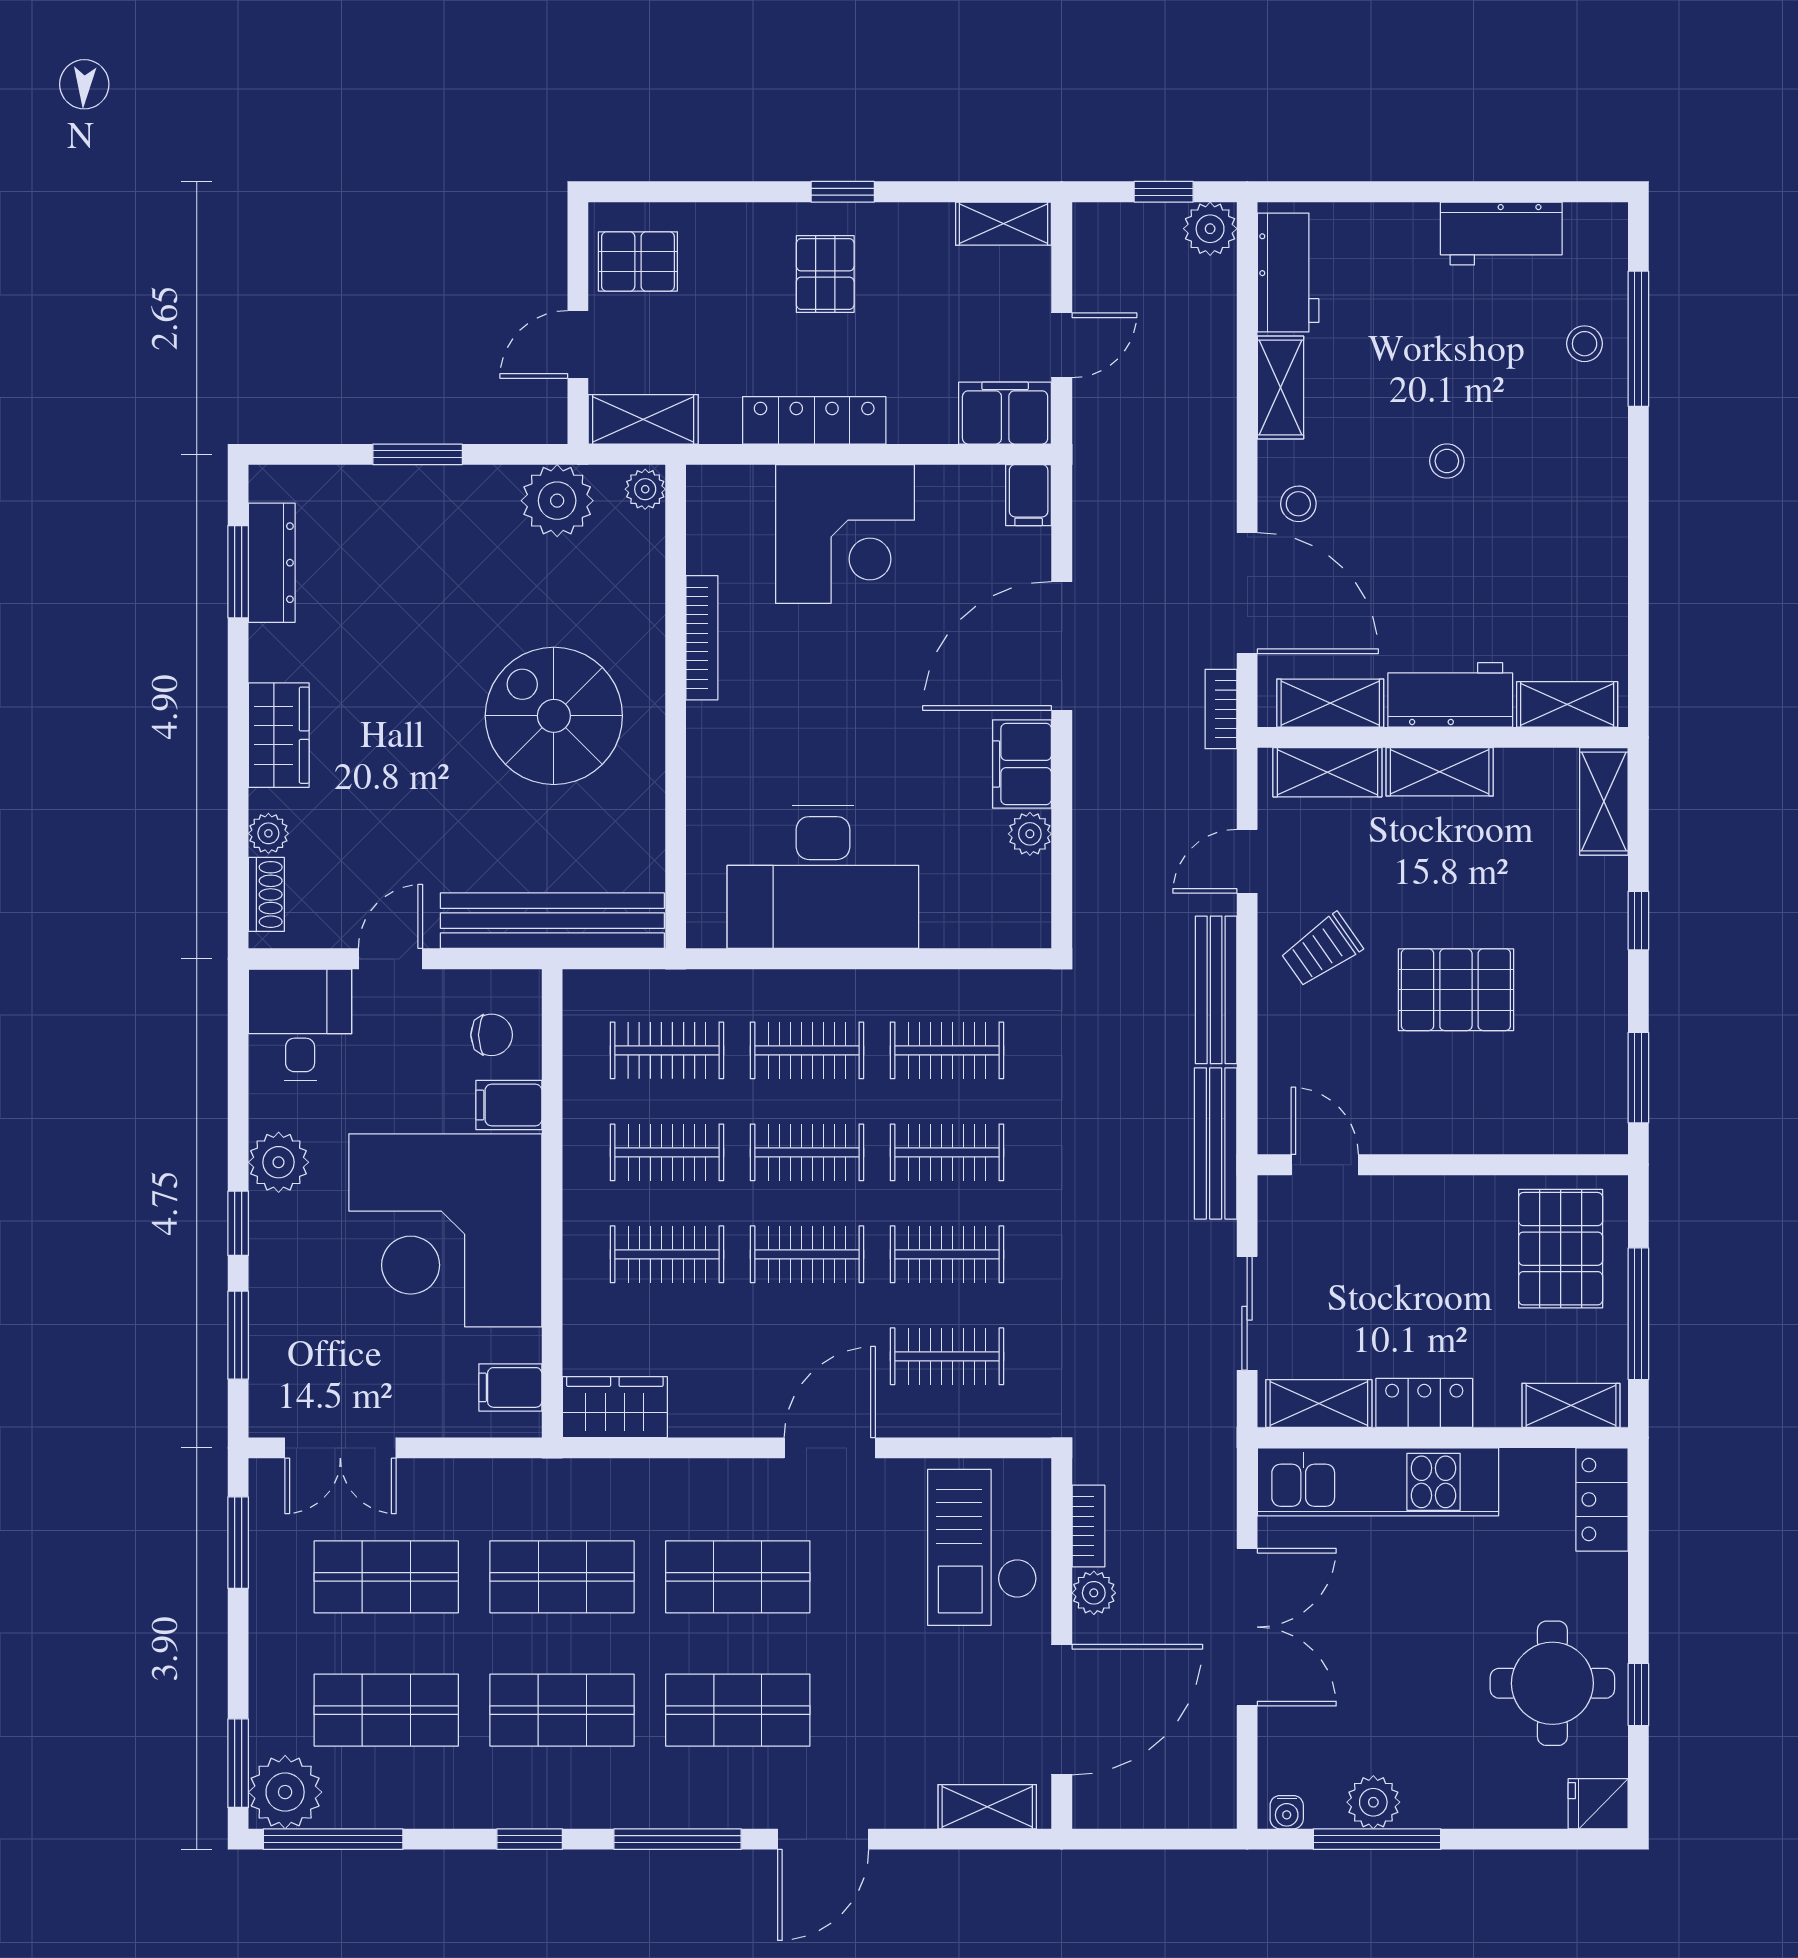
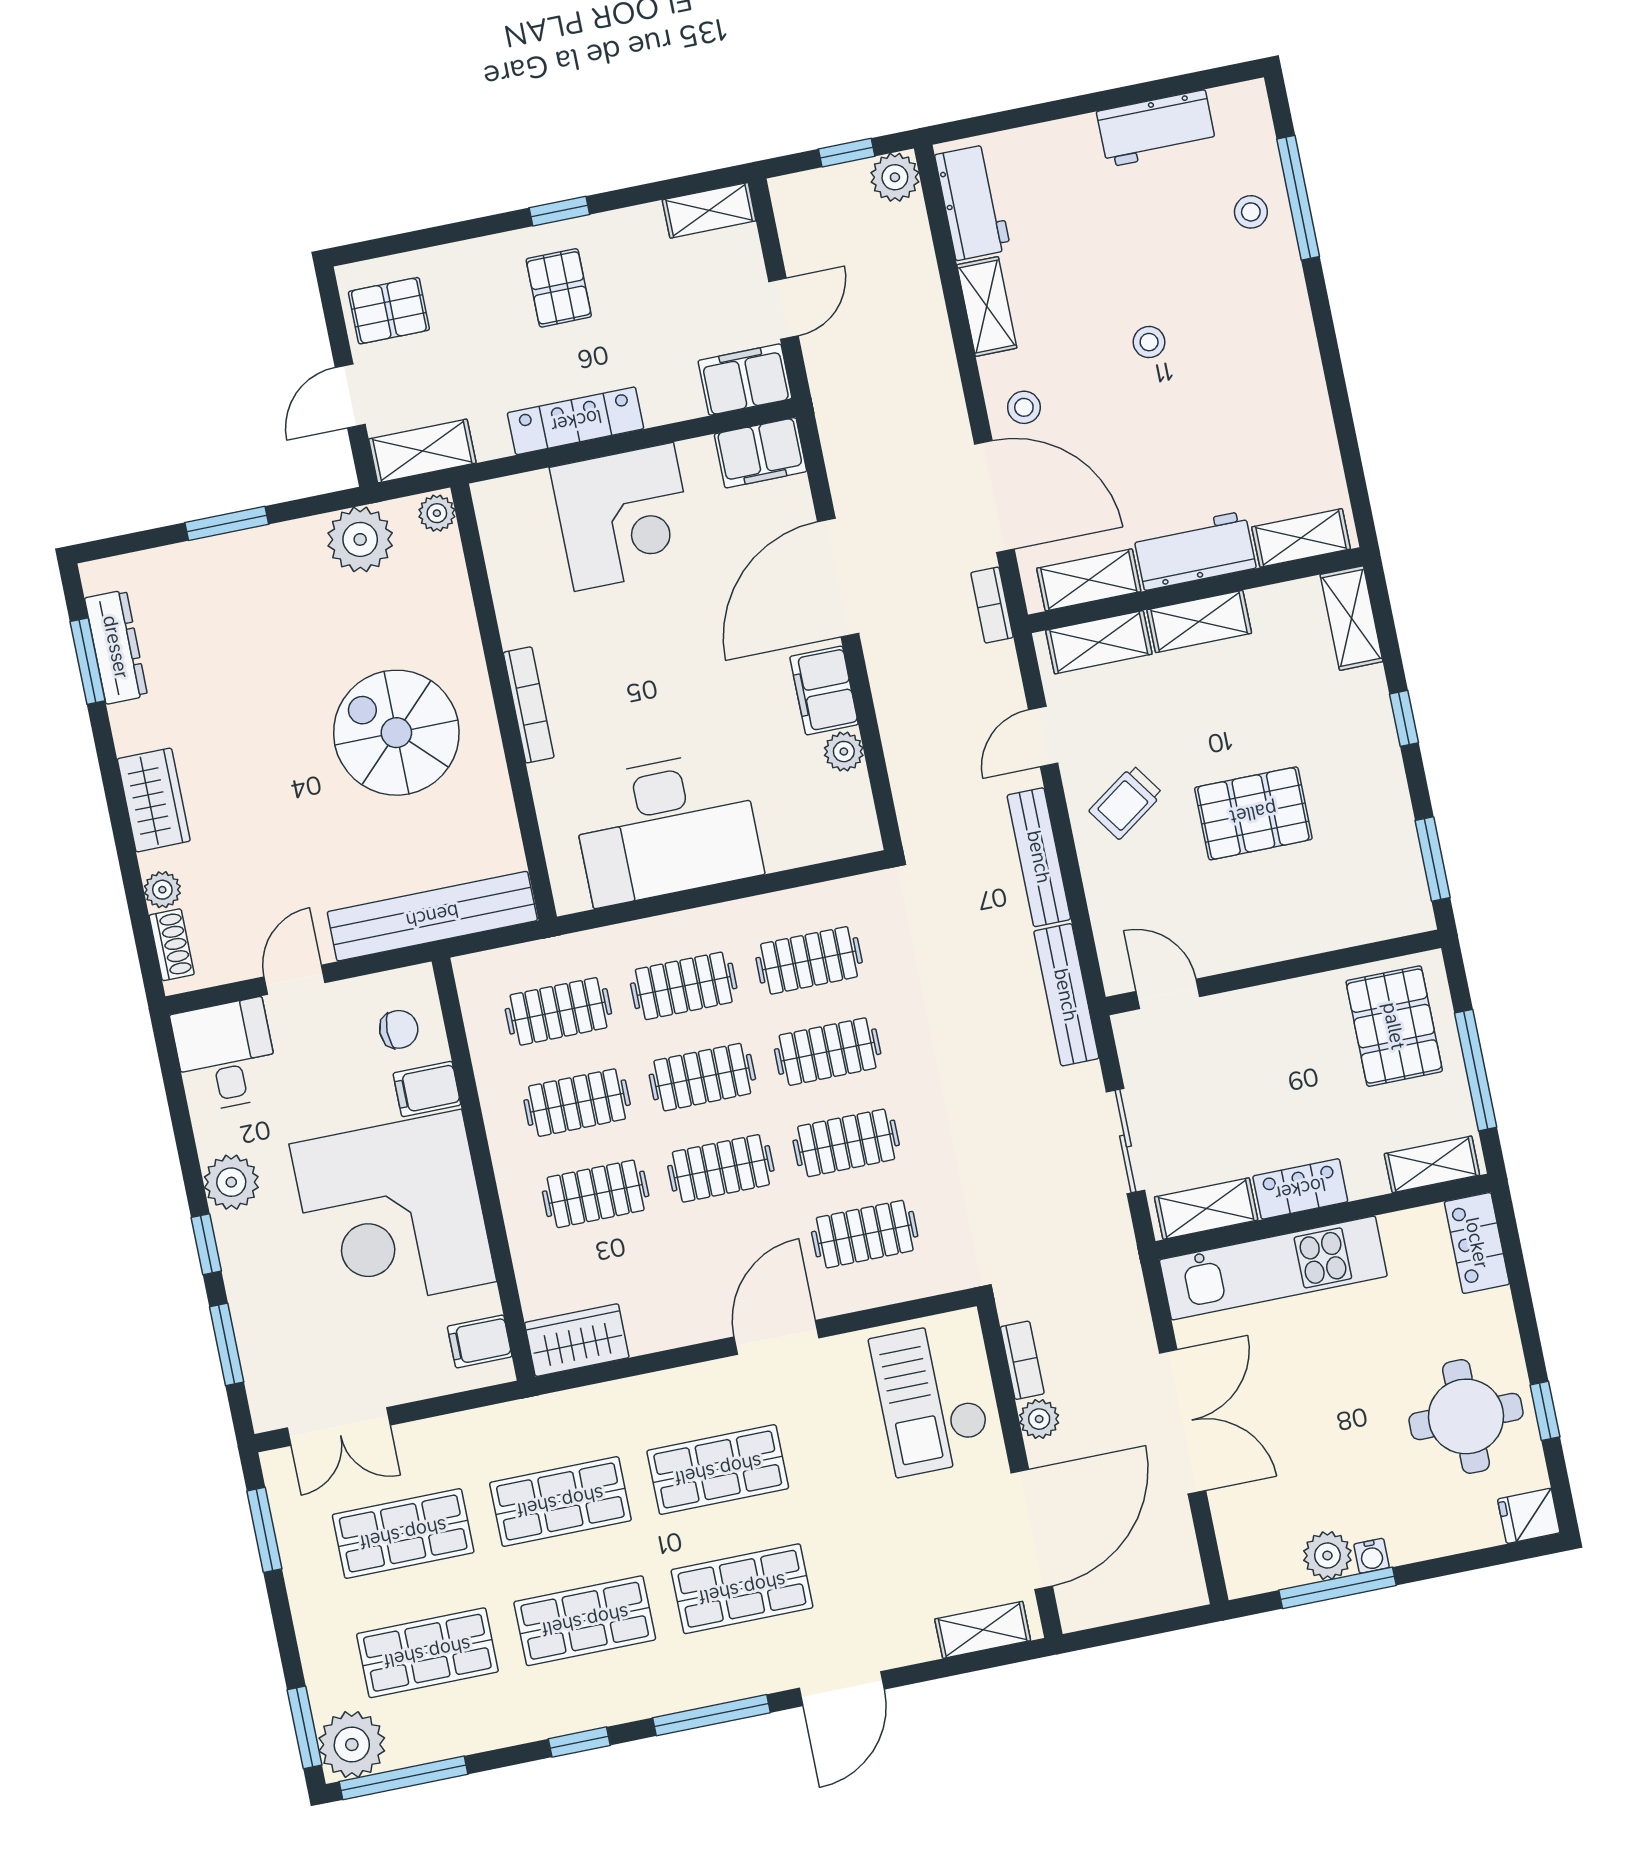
filing cabinet: (1029, 495) -> (761, 453), width x2.00
bookcase: (702, 638) -> (529, 705), moved
water cooler: (1287, 1812) -> (1372, 1556), moved

